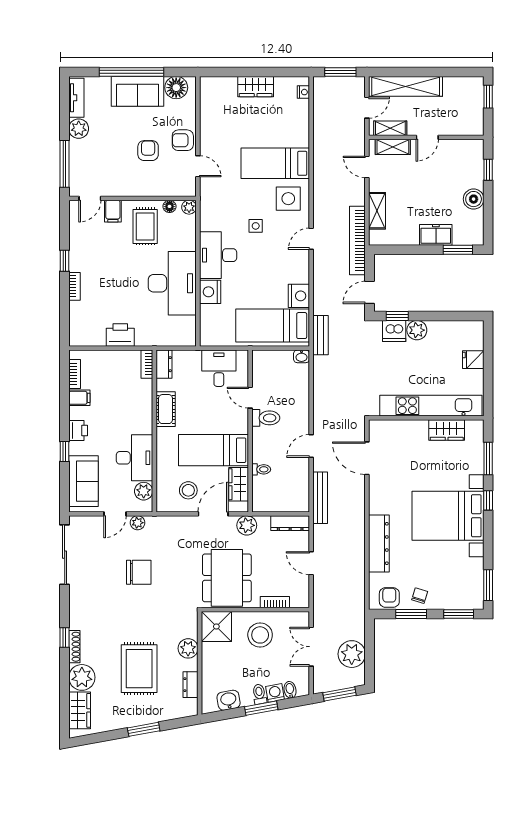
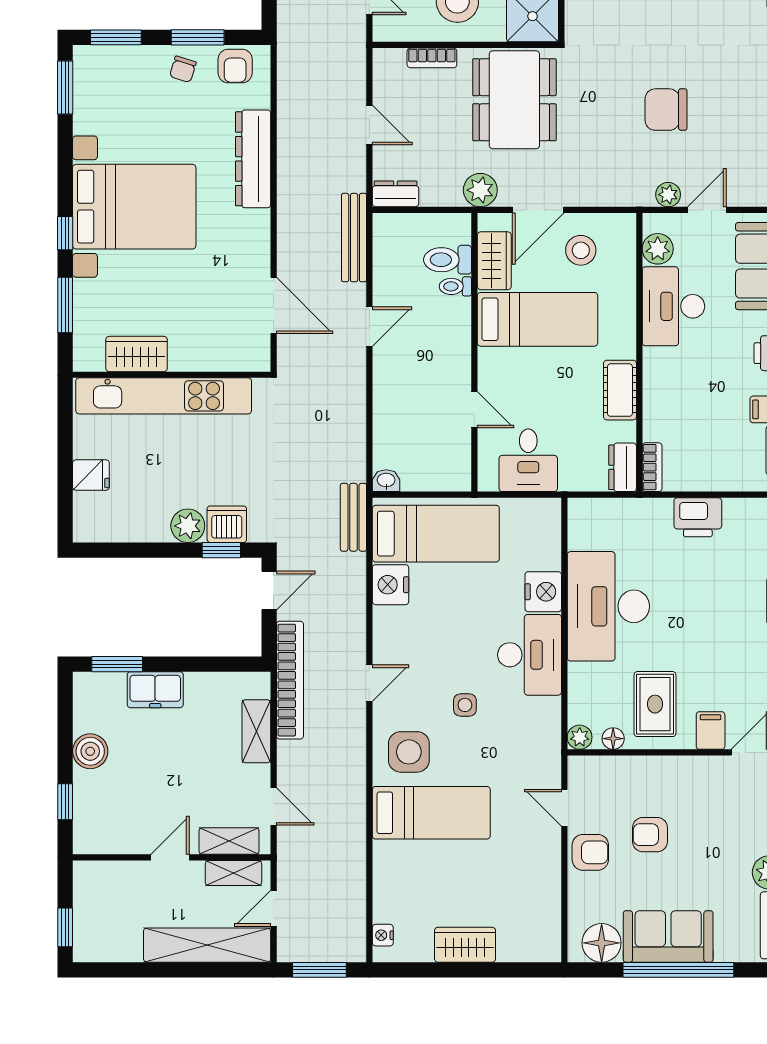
armchair: (148, 151) -> (650, 835), turned 90
toilet: (266, 418) -> (448, 260), moved
dresser: (290, 523) -> (396, 194), width x0.70

